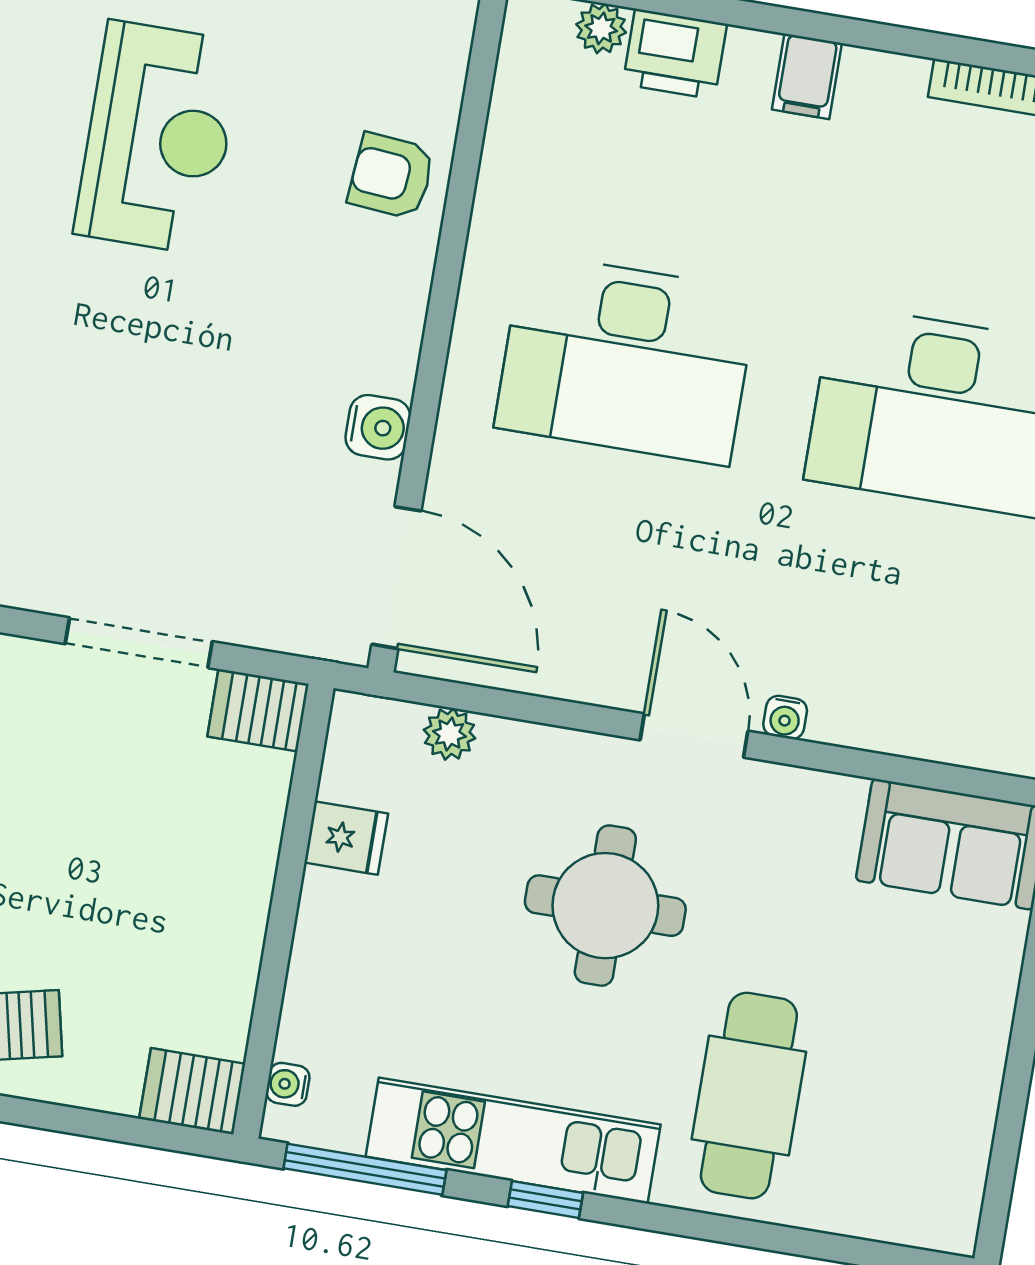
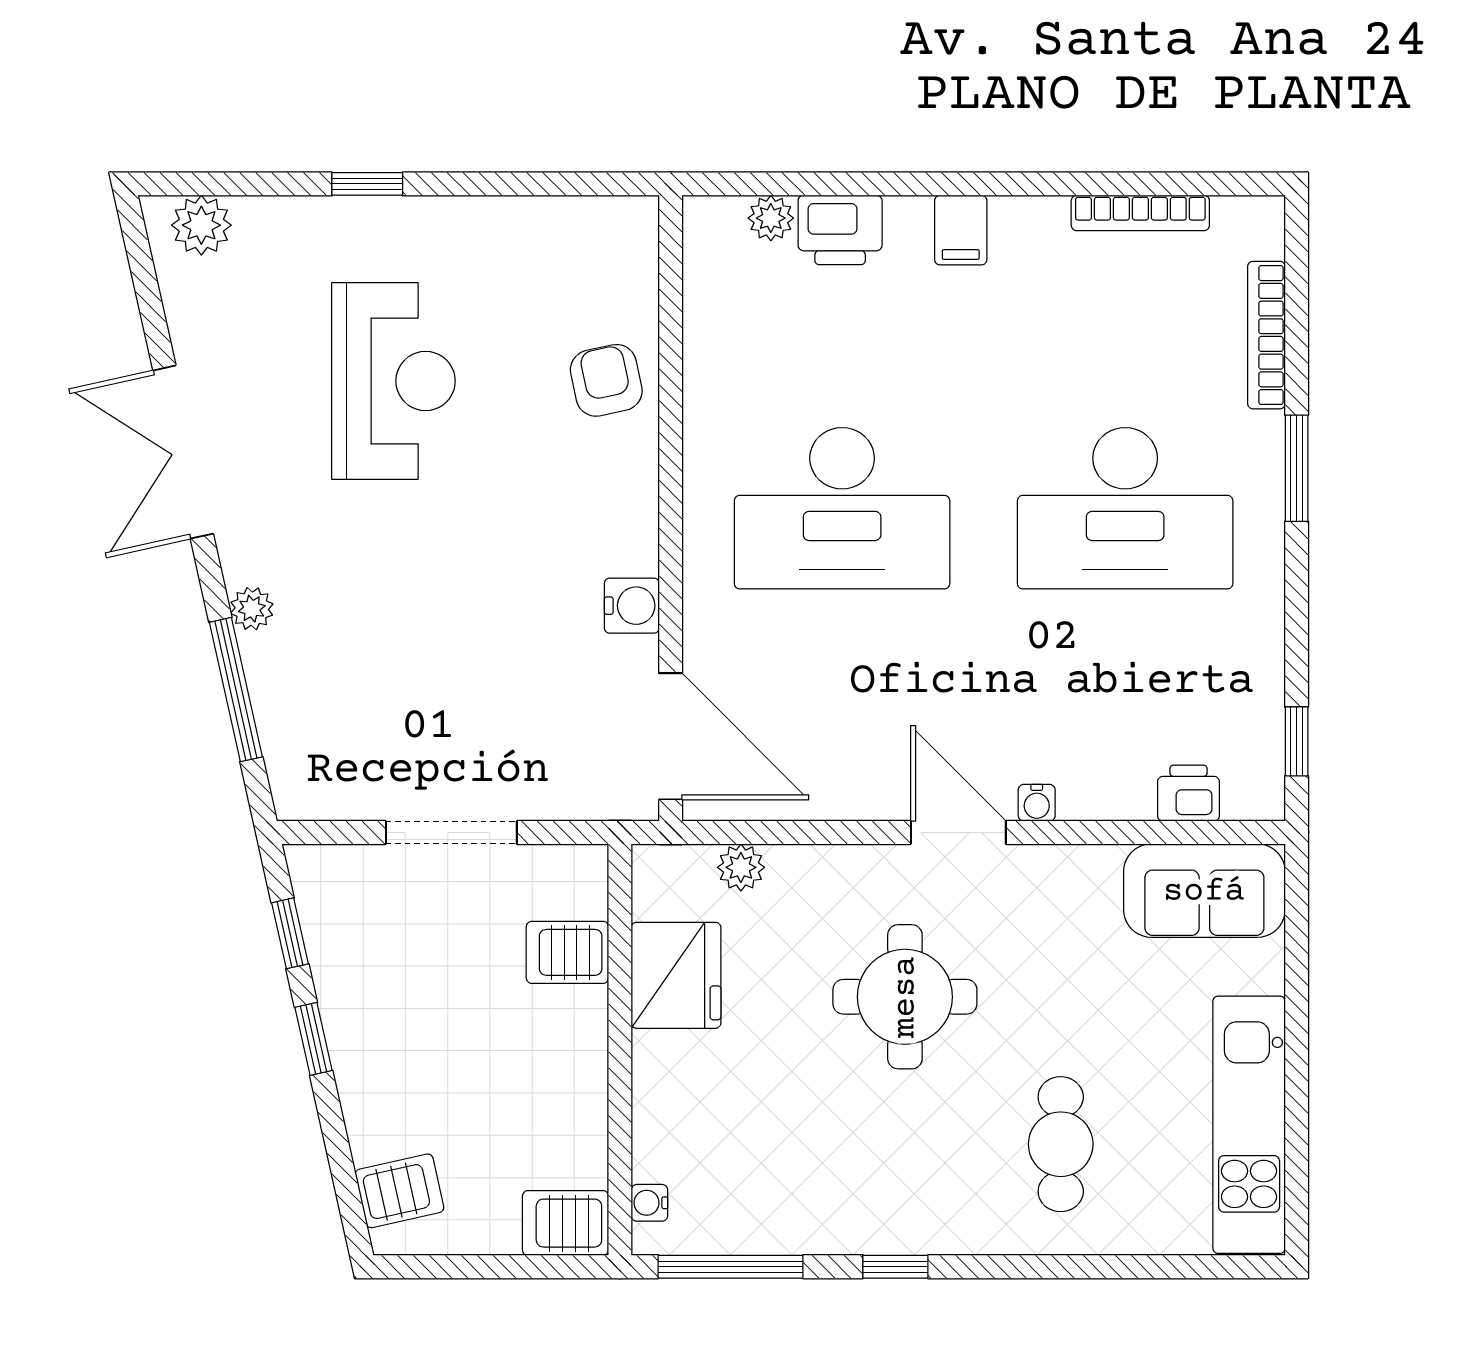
armchair: (391, 176) -> (606, 380), turned 73
server rack: (258, 710) -> (567, 952), moved
printer: (953, 735) -> (1188, 793), added
fridge: (346, 838) -> (676, 975), width x1.88, depth x1.34
cafe table: (749, 1096) -> (1061, 1144), width x0.73, depth x0.74
kitchen unit: (513, 1141) -> (1249, 1125), moved, turned -90

